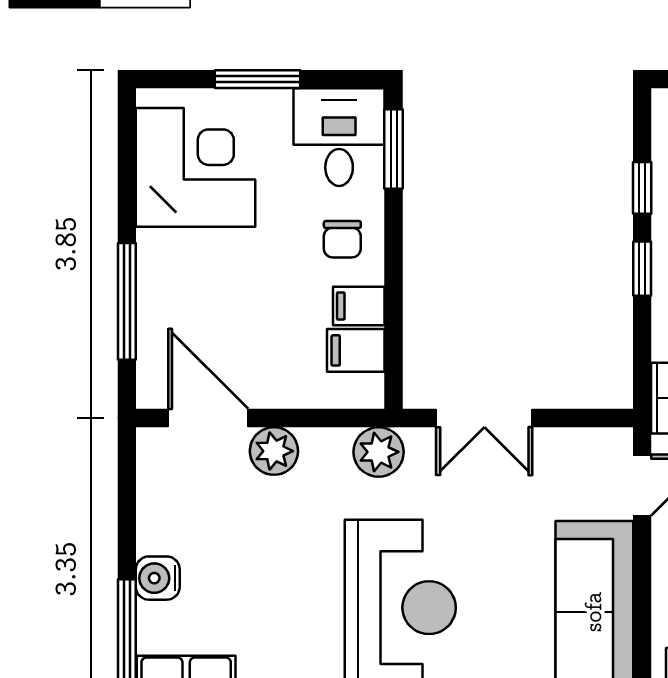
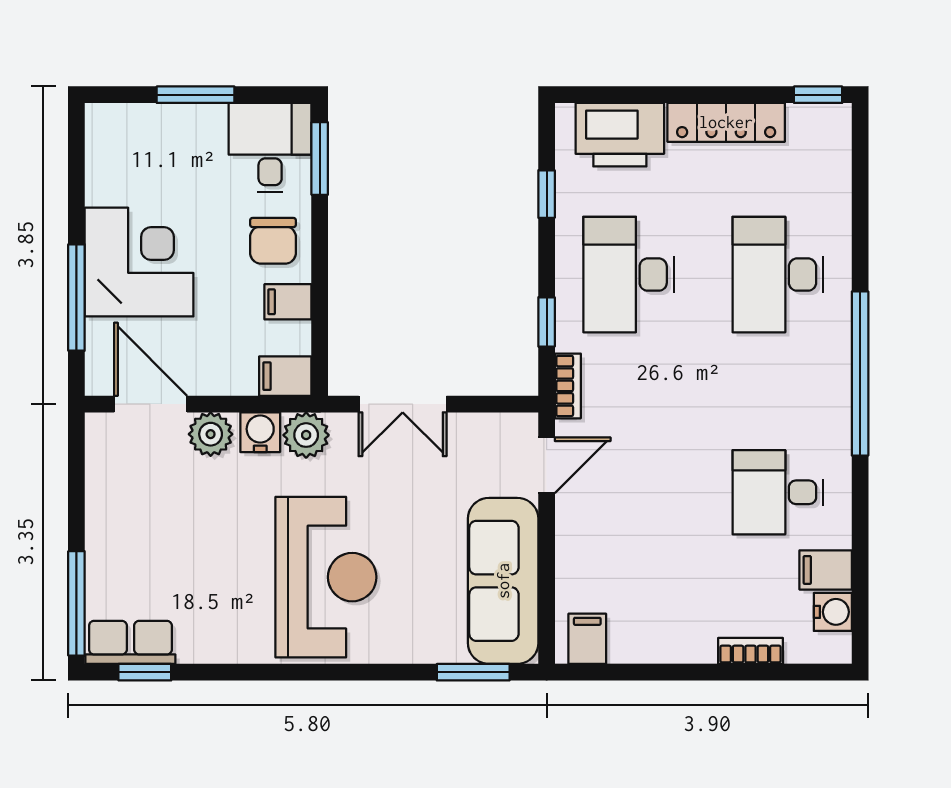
corner desk: (196, 167) -> (139, 262), moved
chair: (342, 239) -> (273, 241), width x1.37, depth x1.37
window: (642, 269) -> (547, 322), moved
filing cabinet: (356, 350) -> (285, 376), moved
water cooler: (158, 578) -> (260, 432), moved, turned 90

